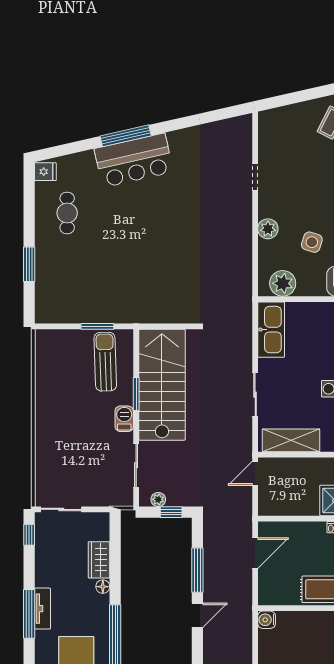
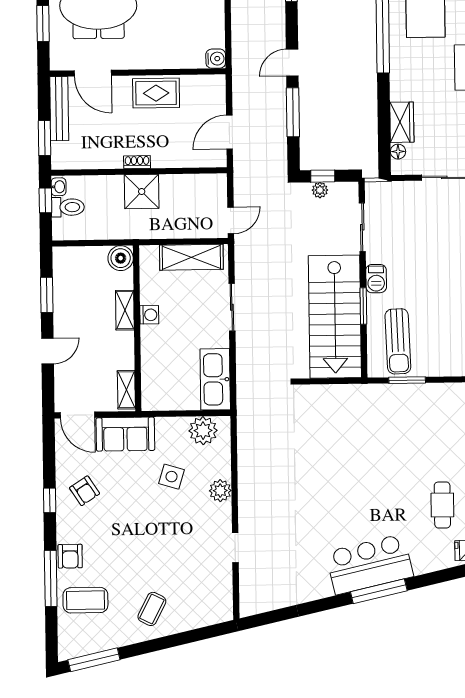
plant: (158, 499) -> (320, 190), moved
floor lamp: (103, 587) -> (398, 152), moved

